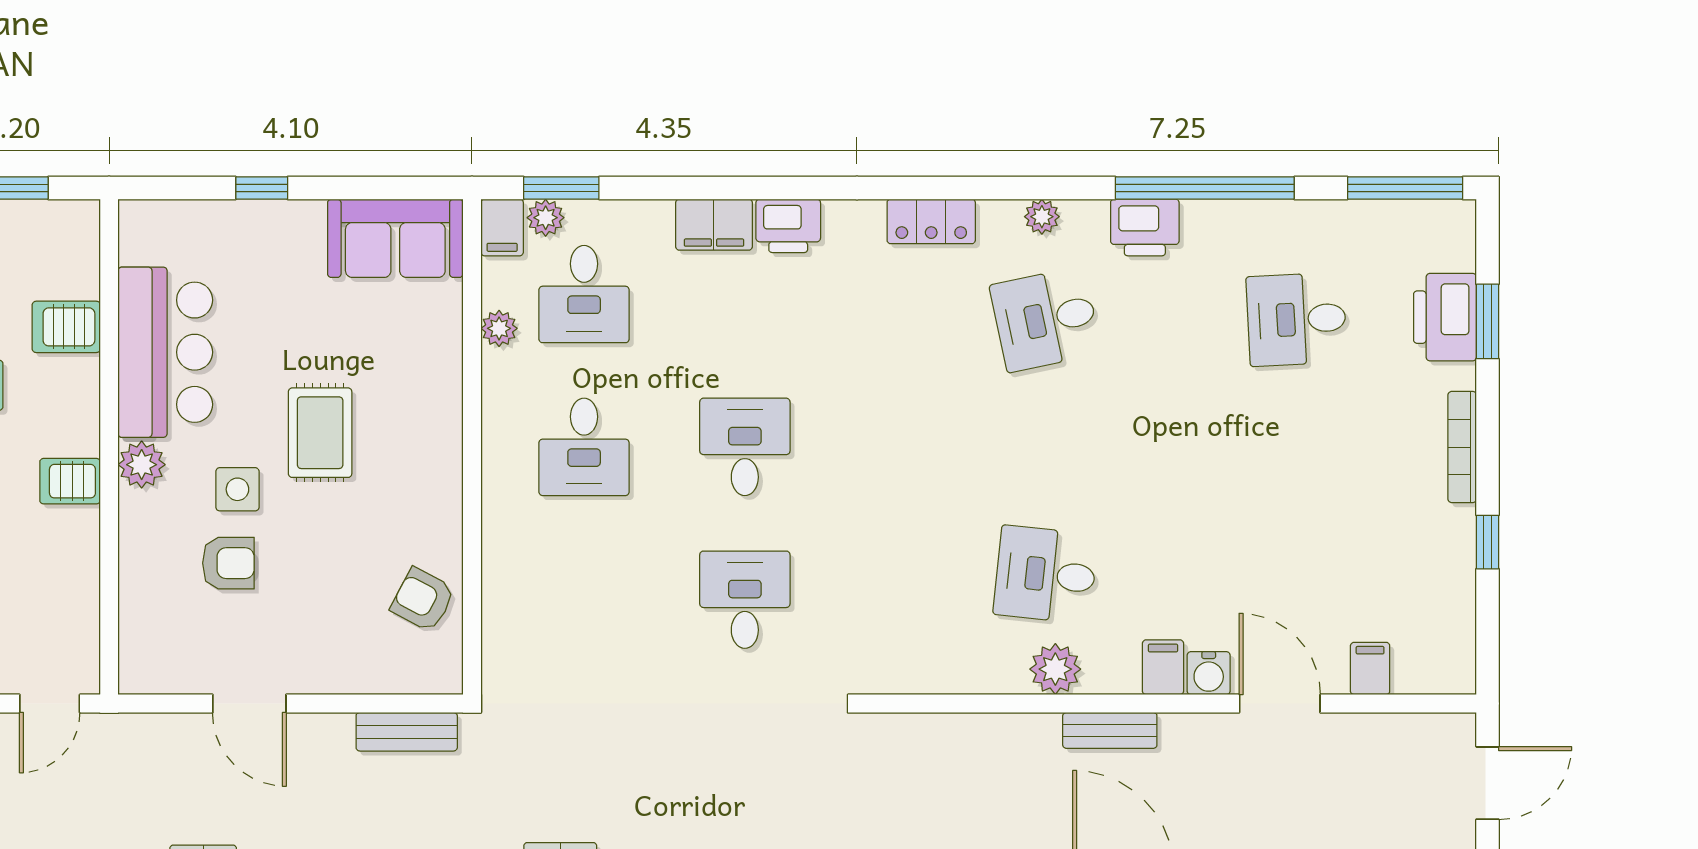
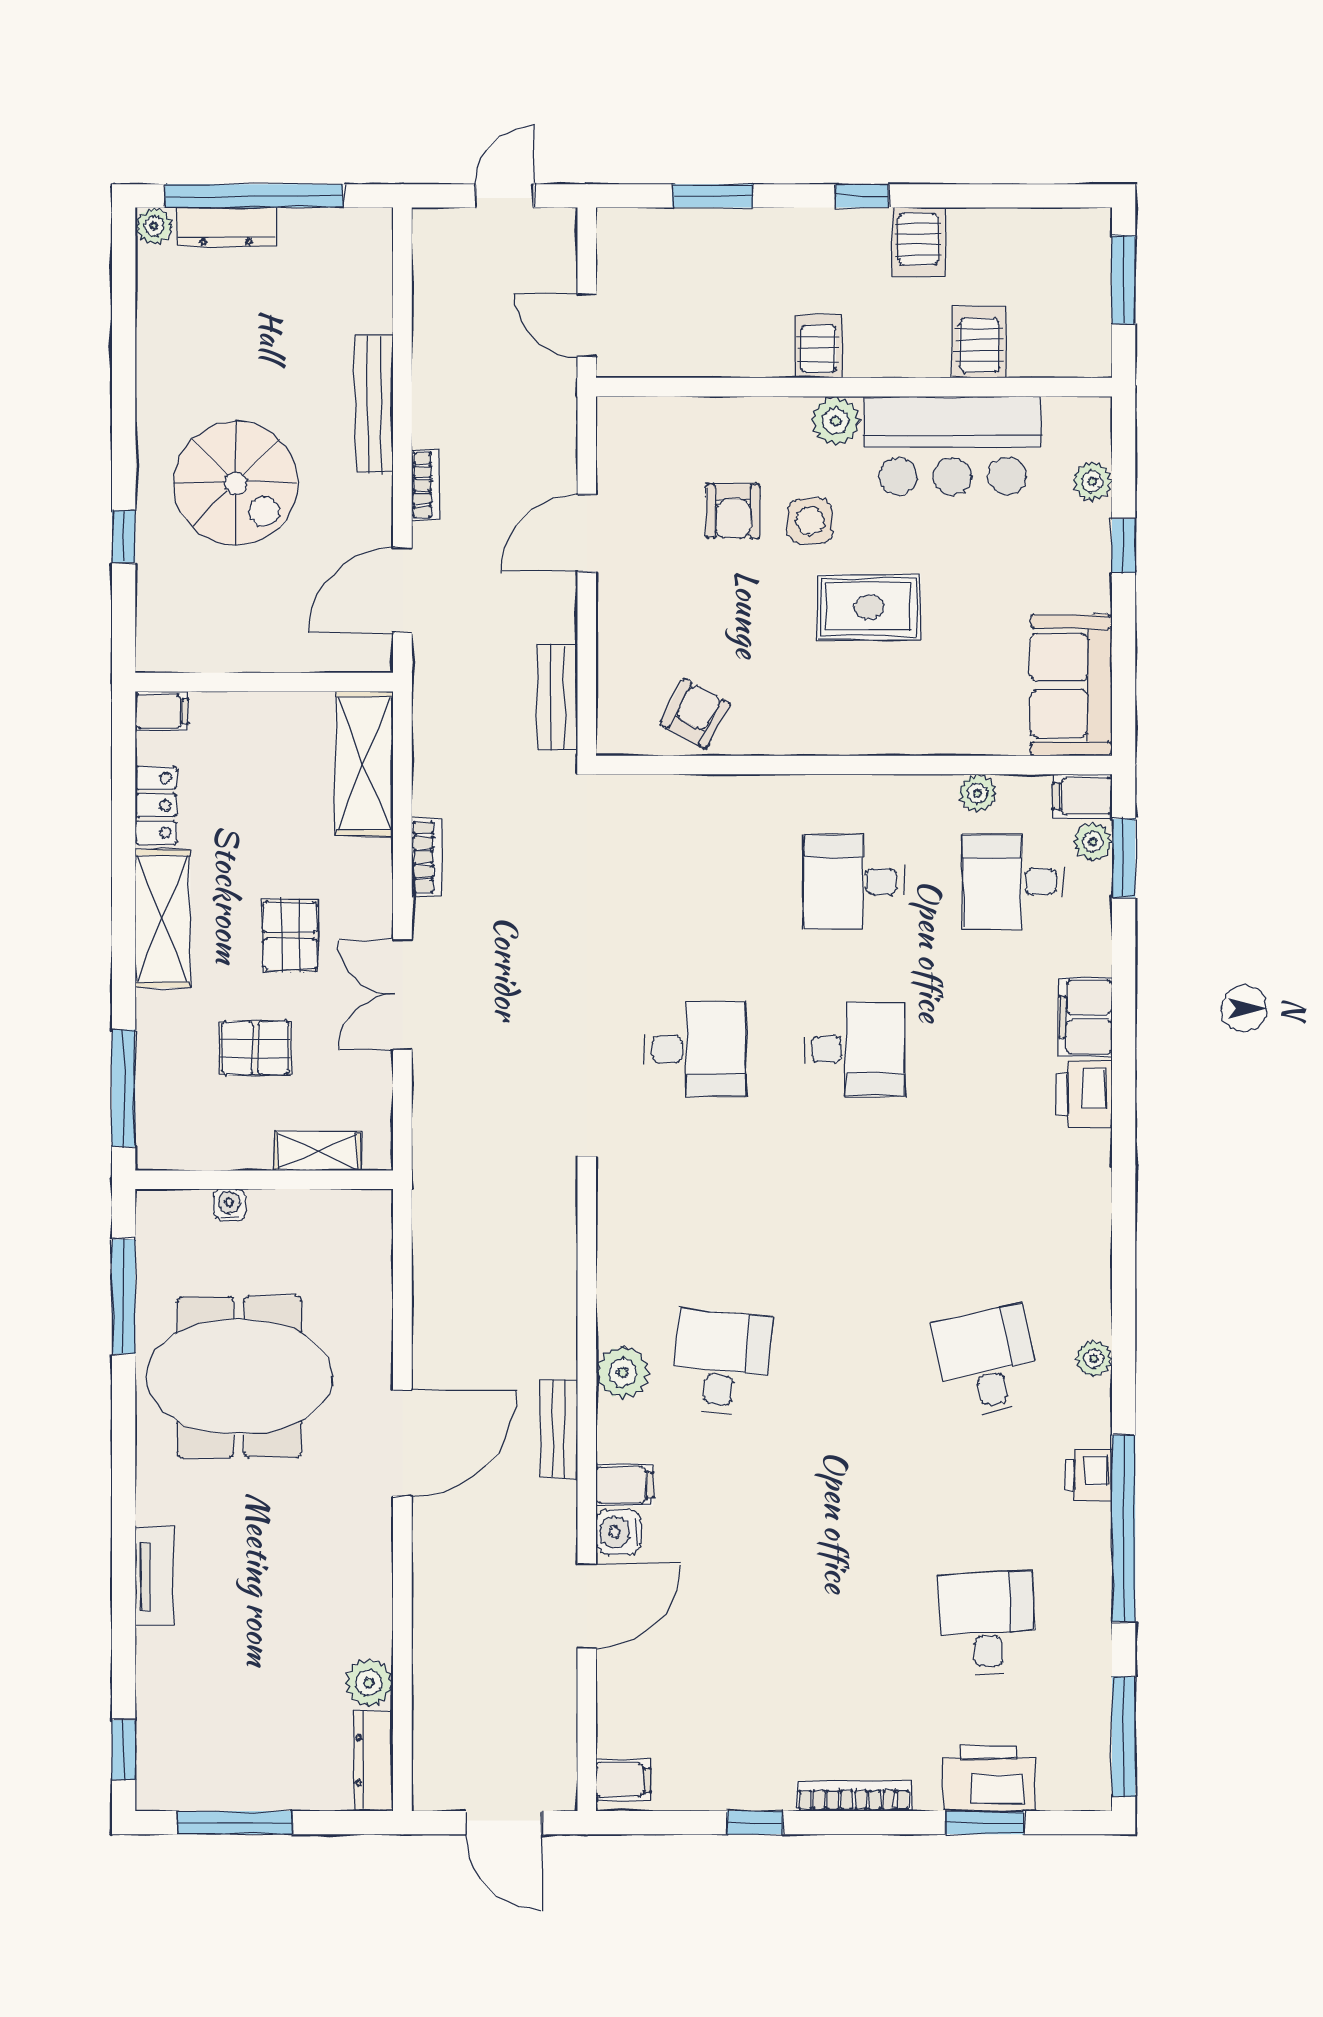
plant: (200, 218) -> (1092, 481), added
locker: (931, 221) -> (1089, 1243), removed
printer: (1145, 227) -> (1088, 1475), width x0.73, depth x0.81
filing cabinet: (1370, 668) -> (623, 1780), moved

